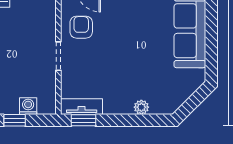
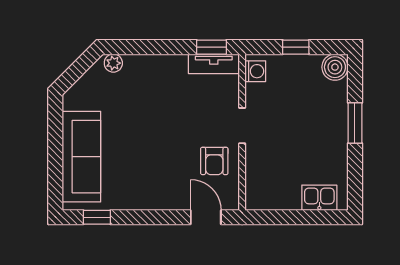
washing machine: (28, 106) -> (255, 71), moved, turned -90
plant: (141, 107) -> (113, 63), moved

